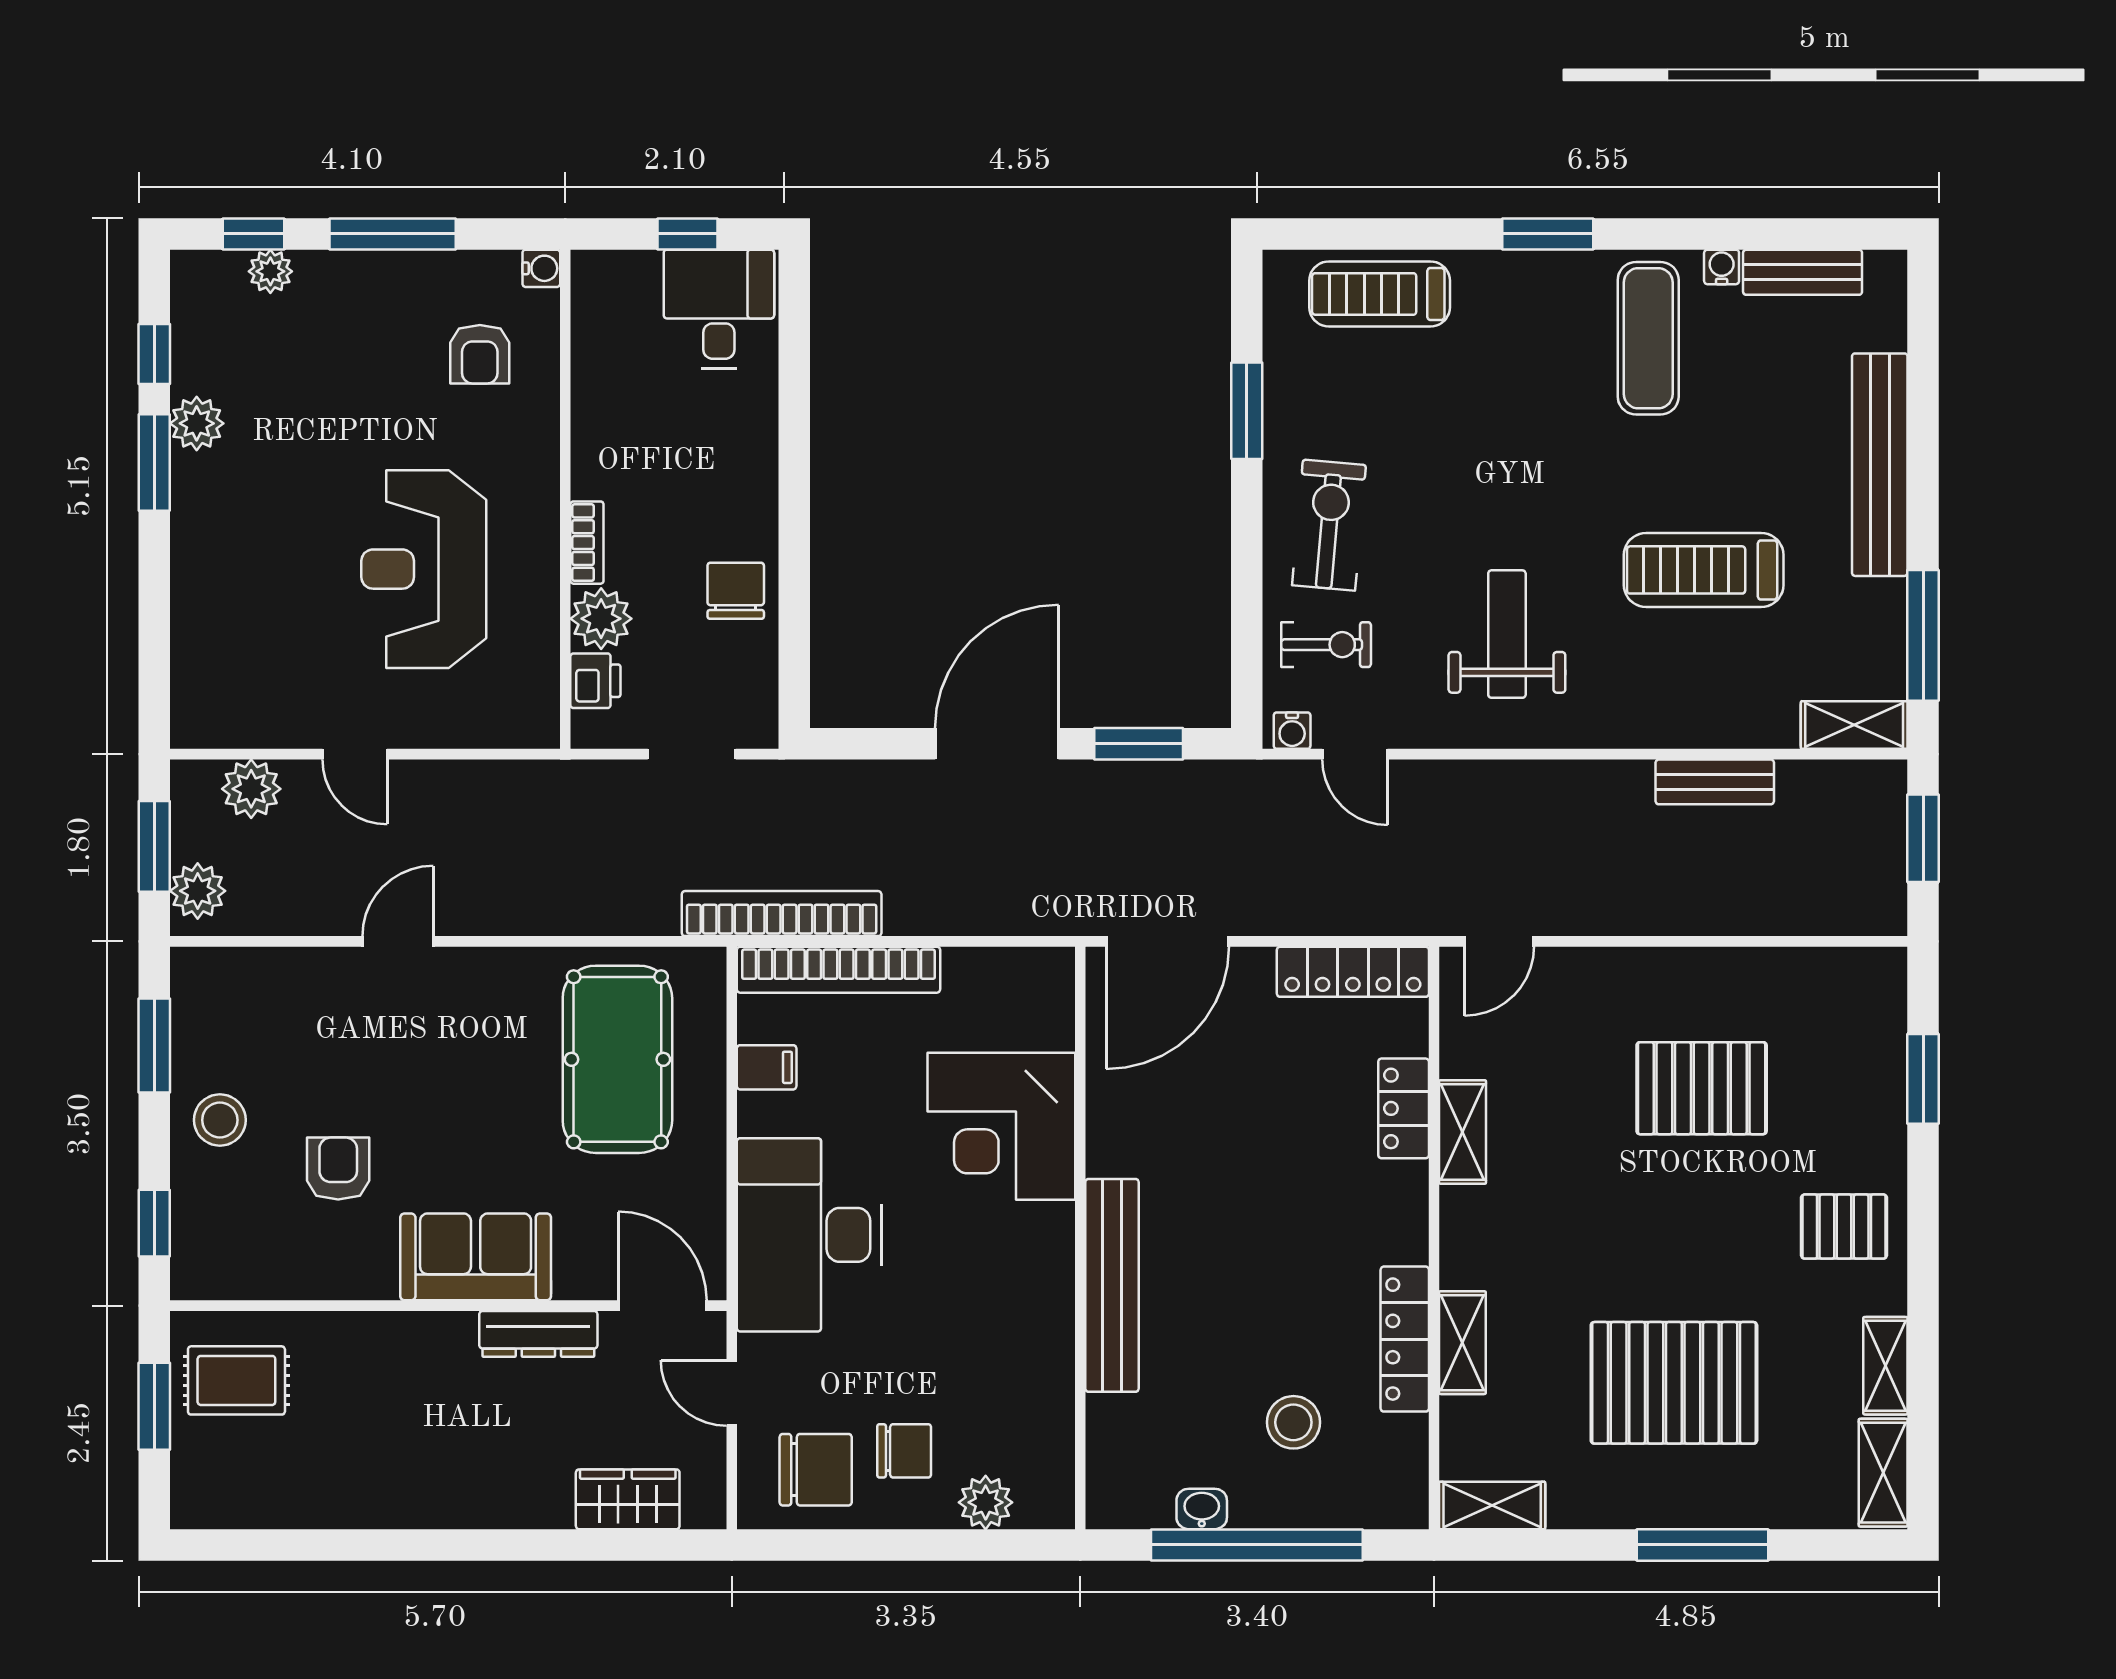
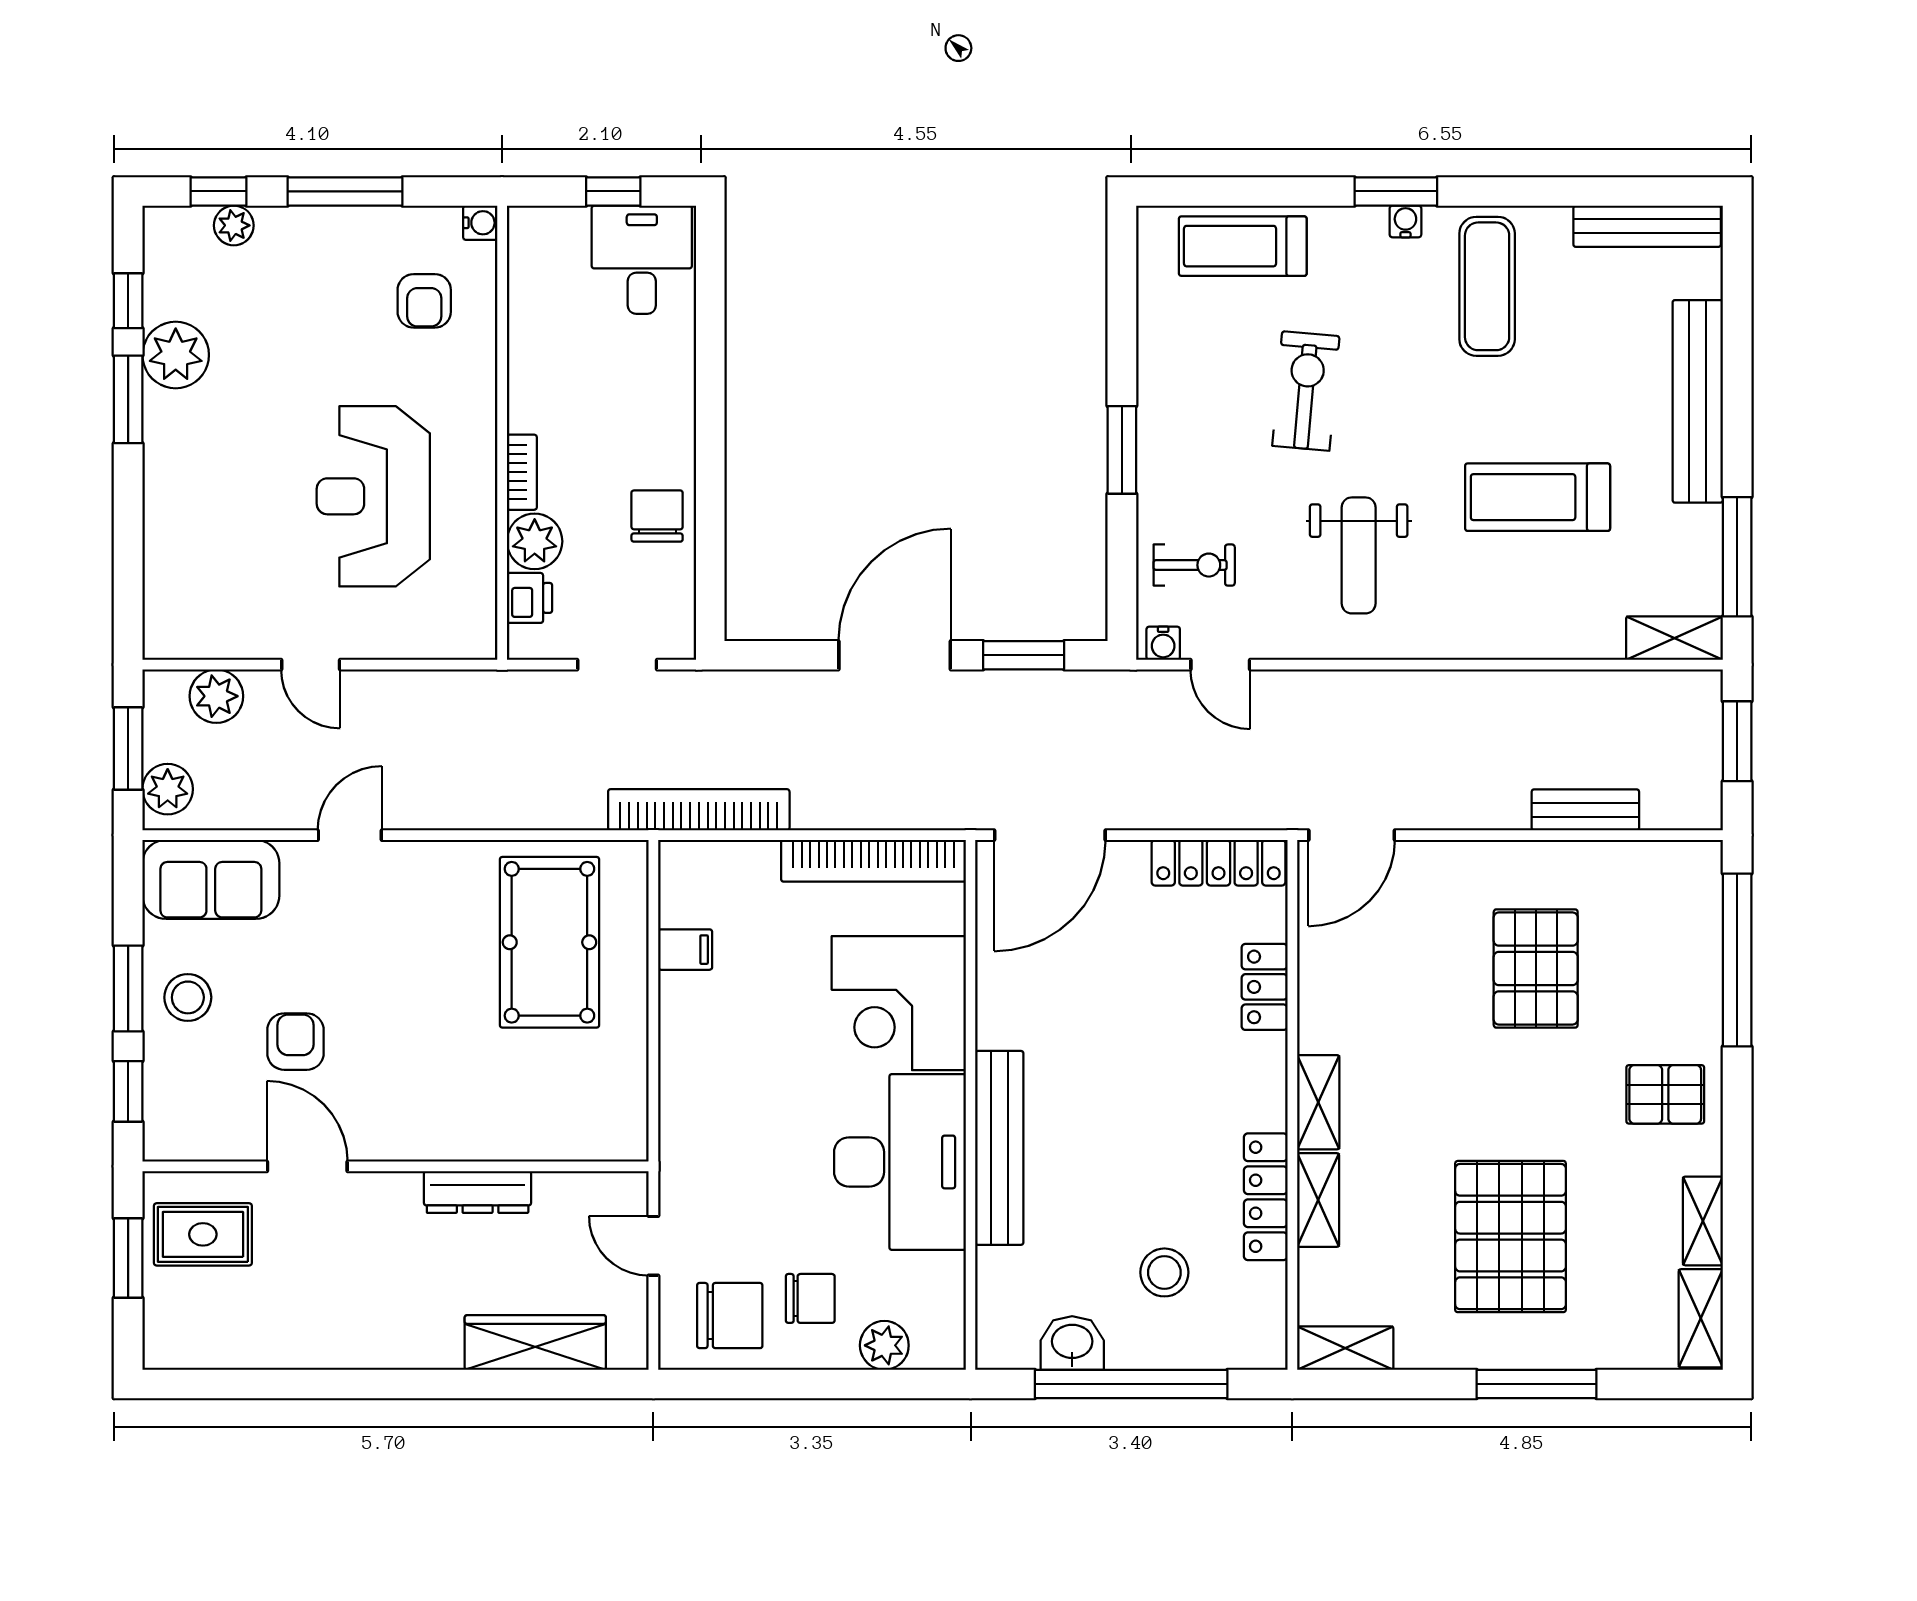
water cooler: (1722, 267) -> (1405, 221), moved
bench: (1803, 272) -> (1647, 226), width x1.36
window: (1247, 411) -> (1122, 450), moved
plant: (197, 423) -> (176, 355), width x1.36, depth x1.36
exercise bike: (1329, 525) -> (1306, 391), moved
weight bench: (1507, 634) -> (1359, 555), turned 180
bench: (1715, 782) -> (1585, 810), moved
door: (1499, 941) -> (1352, 835), width x1.38
bookcase: (838, 970) -> (873, 861), moved
window: (154, 1046) -> (128, 988), moved
window: (1923, 1079) -> (1737, 960), width x2.11
pallet: (1702, 1088) -> (1536, 969), turned 90
shelving: (1463, 1132) -> (1318, 1102), moved
desk: (809, 1235) -> (900, 1162), moved, turned 180
sofa: (476, 1257) -> (211, 879), moved, turned 180
door: (662, 1306) -> (307, 1166), moved
pallet: (1674, 1383) -> (1511, 1237), turned 90
wardrobe: (628, 1499) -> (535, 1342), width x1.50
washbasin: (1202, 1509) -> (1072, 1343), width x1.38, depth x1.45

